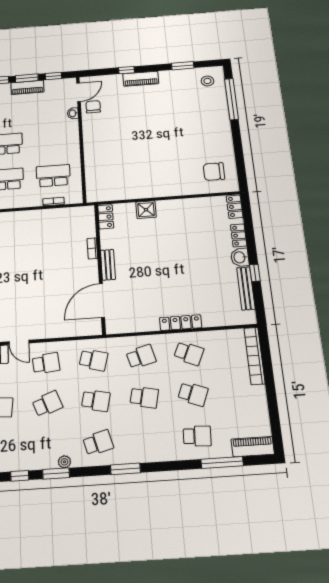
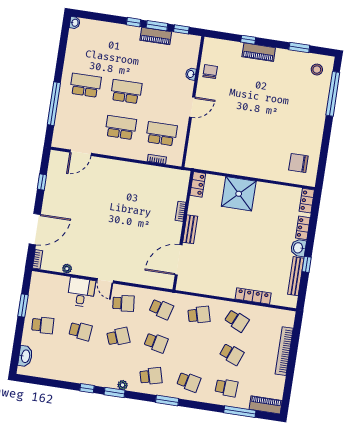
door: (79, 92) -> (192, 107), moved
shower: (146, 210) -> (239, 194), width x1.86, depth x1.86
locker: (181, 323) -> (253, 296), moved
bookcase: (254, 356) -> (284, 351), moved
school desk: (144, 397) -> (189, 382), moved

